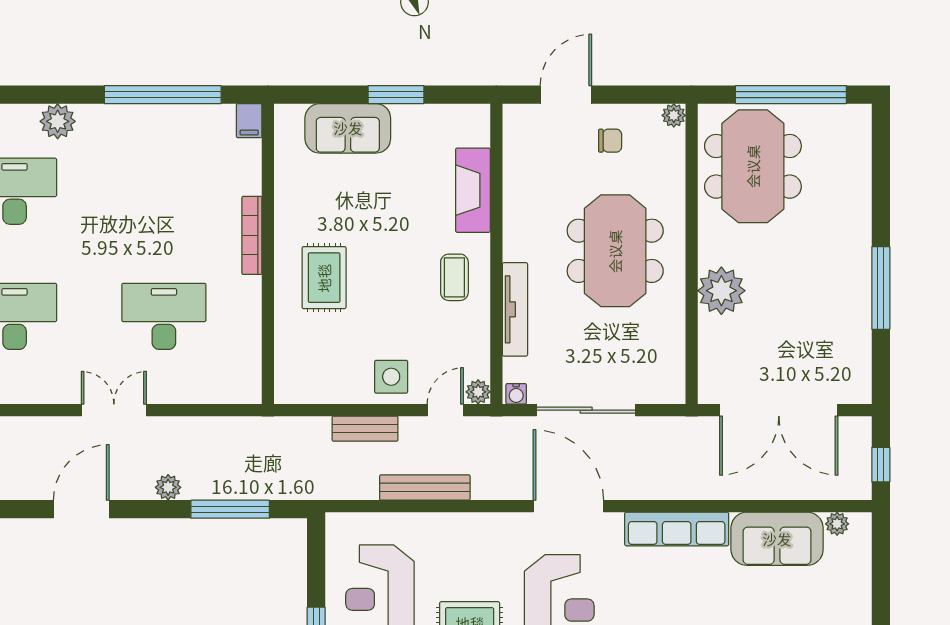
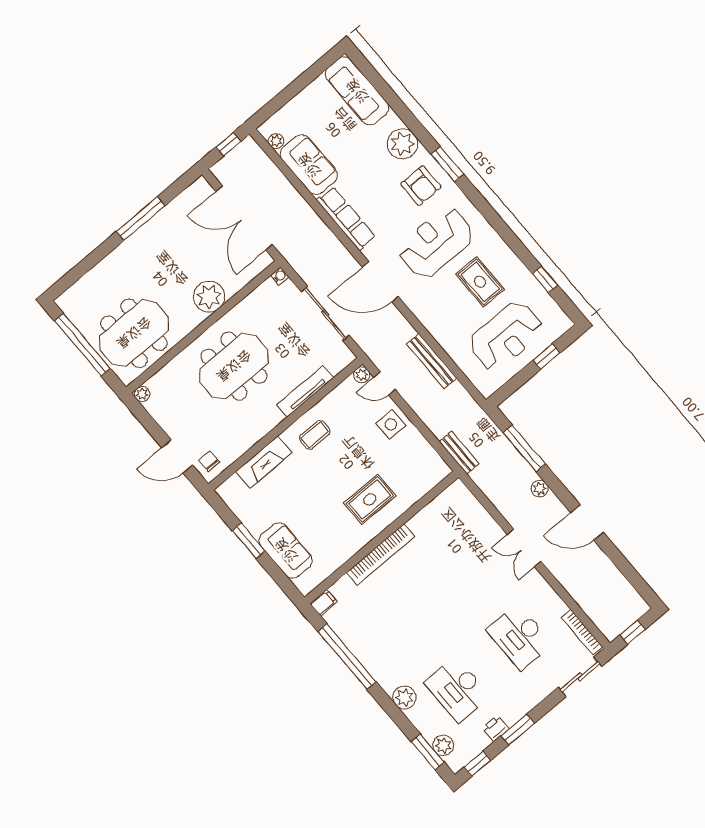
chair: (610, 141) -> (209, 461), moved
bookcase: (252, 235) -> (381, 555), width x1.48, depth x1.31
desk: (164, 316) -> (456, 563), removed
water cooler: (516, 394) -> (280, 276), moved
double door: (779, 410) -> (244, 218), swing flipped
bench: (365, 429) -> (459, 453), moved
door: (568, 506) -> (380, 282), hinge flipped

